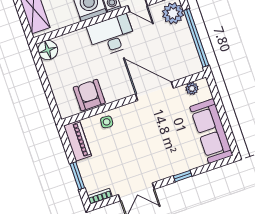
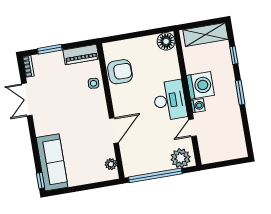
door: (155, 91) -> (114, 131), width x0.73
sofa: (211, 131) -> (52, 162), moved, turned 90
window: (183, 176) -> (40, 181), moved

